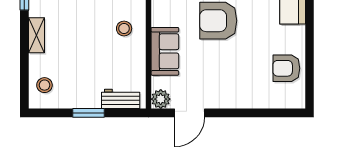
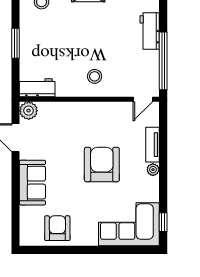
sofa: (165, 51) -> (32, 183), moved, turned -90
workbench: (121, 99) -> (37, 88), moved, turned -90

